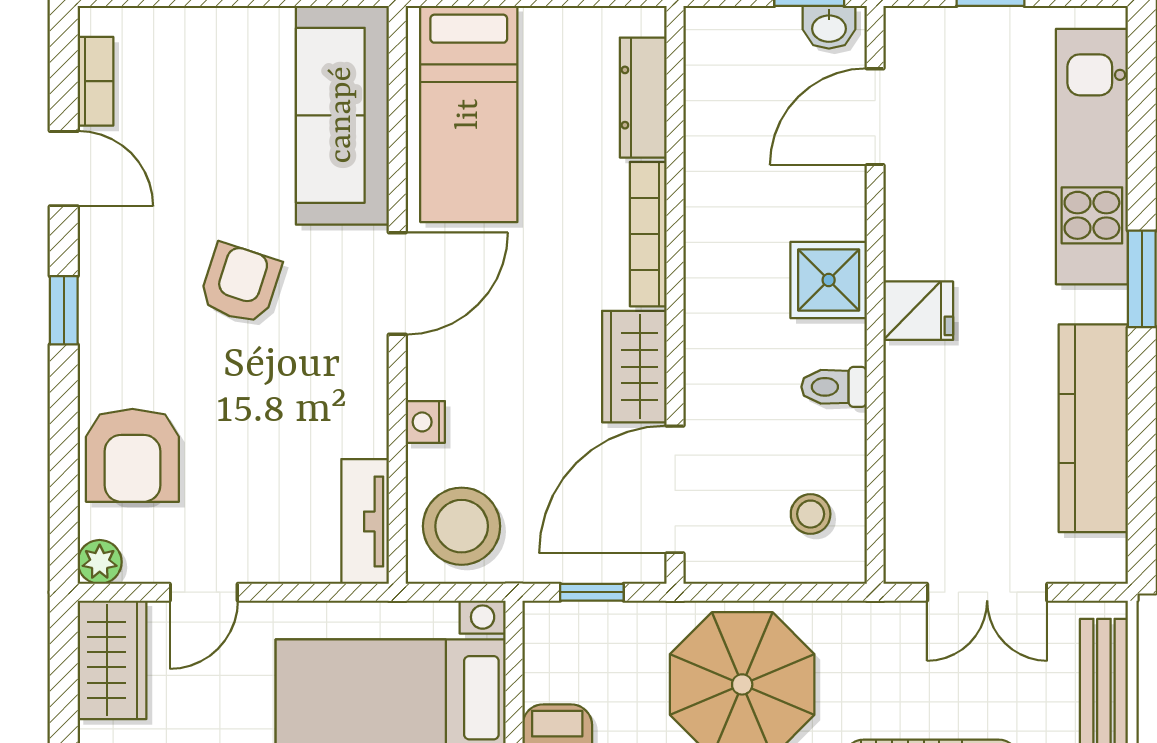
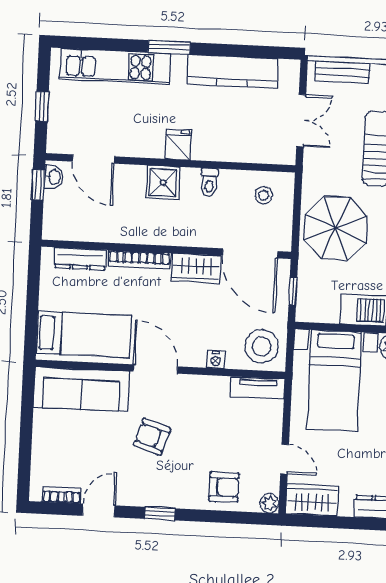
armchair: (132, 455) -> (224, 487), width x0.72, depth x0.72

